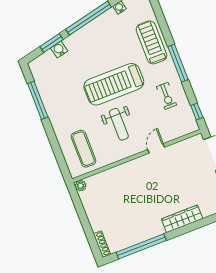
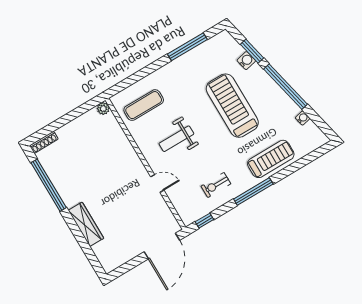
treadmill: (114, 84) -> (232, 106), moved

